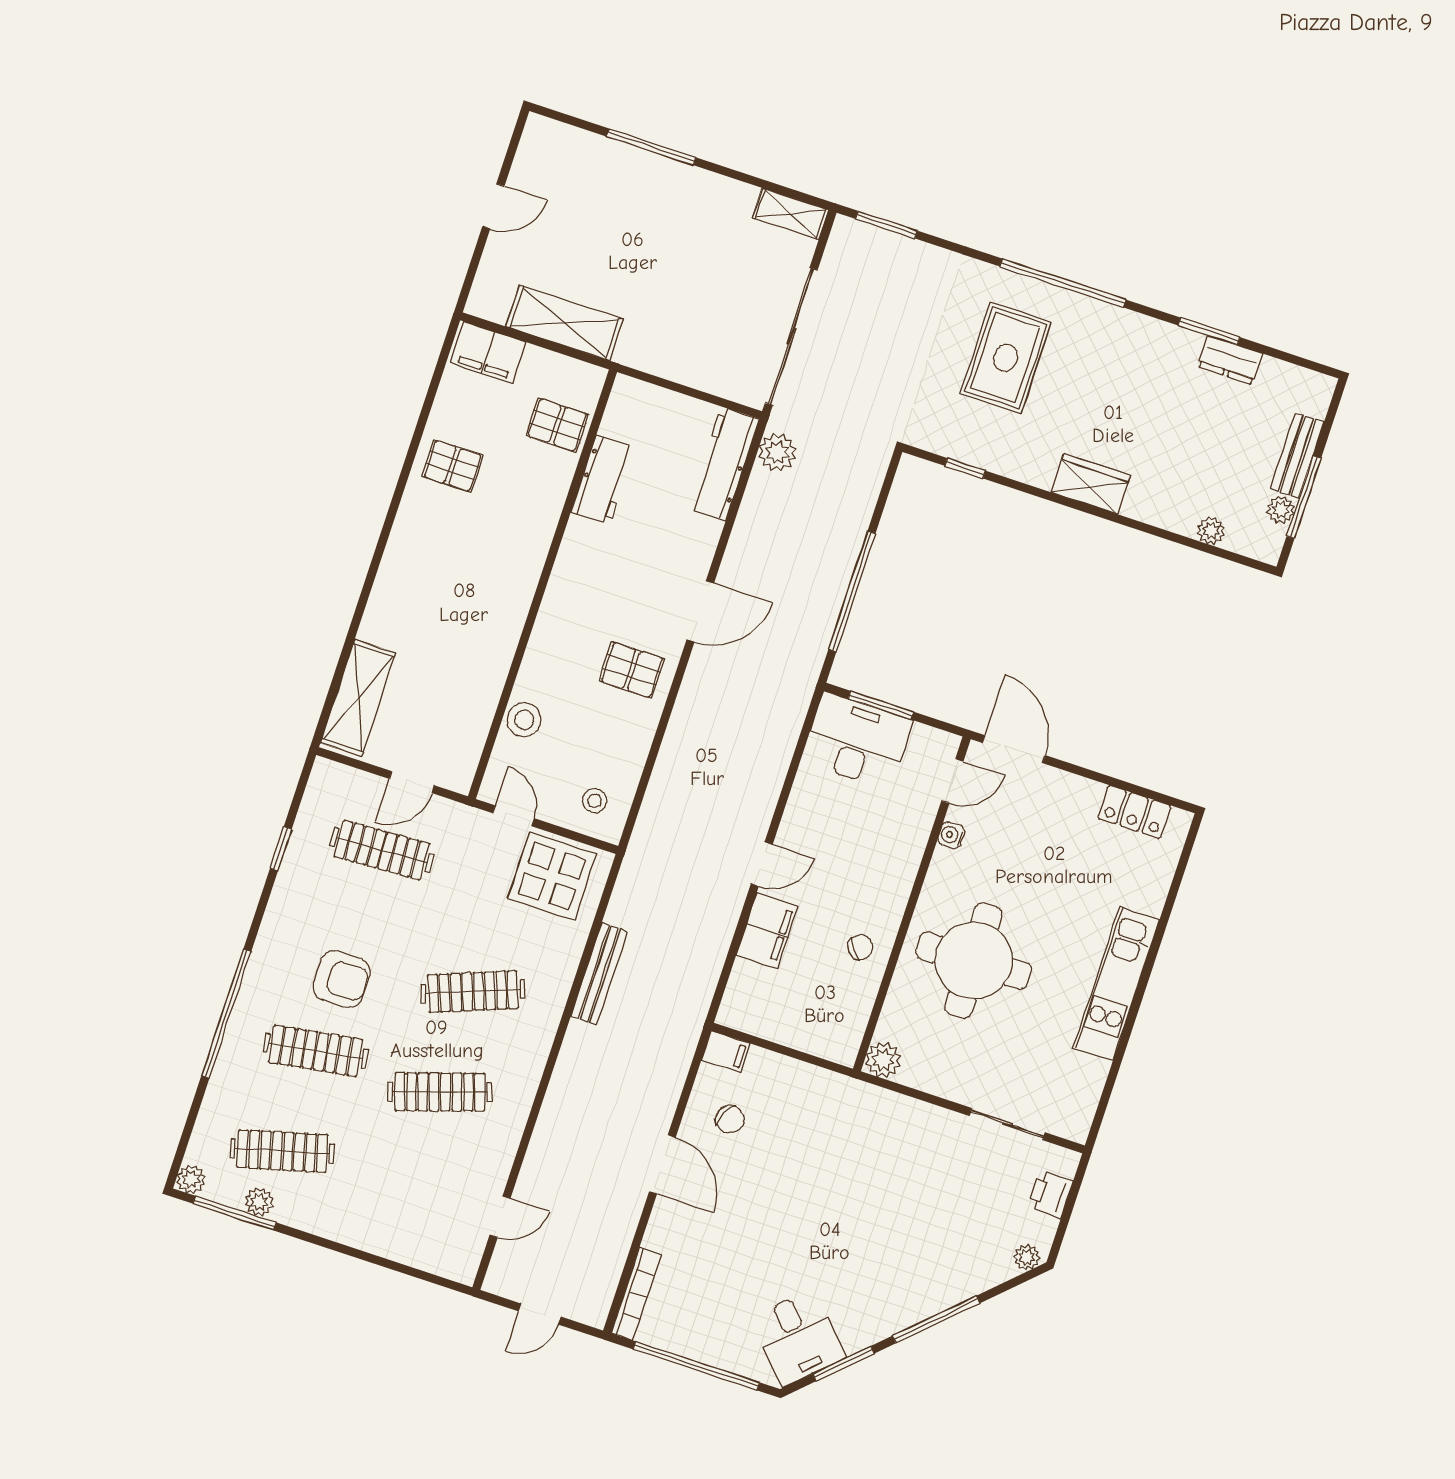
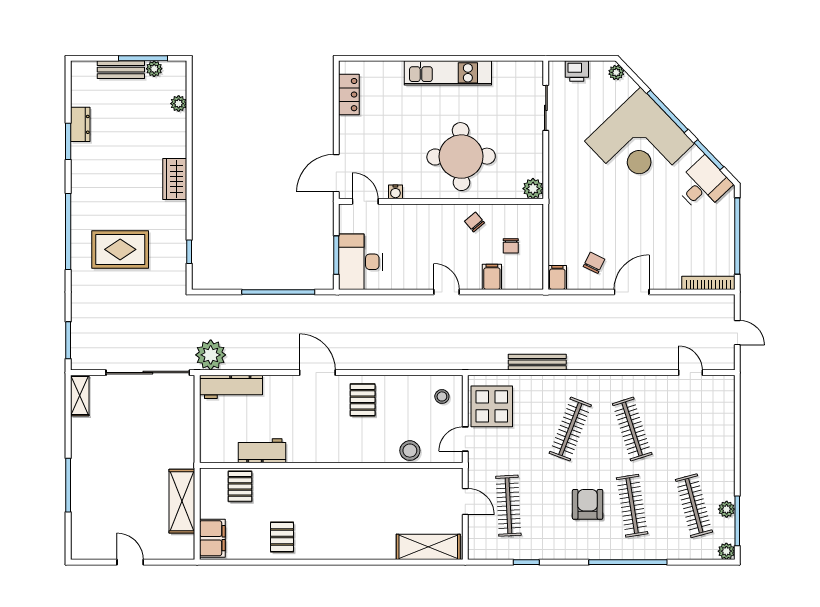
plant: (777, 452) -> (211, 355), width x1.36, depth x1.36
filing cabinet: (767, 930) -> (492, 277), width x0.50
clothes rail: (473, 992) -> (570, 429), turned 42
chair: (802, 993) -> (511, 246), added
corner desk: (901, 1258) -> (640, 142), added

